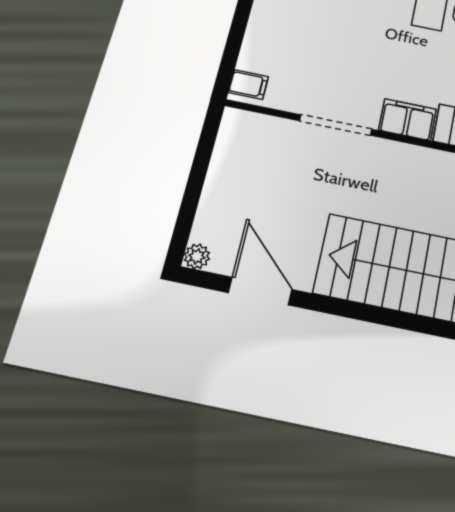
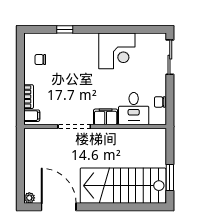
bookcase: (252, 47) -> (29, 97), added
door: (260, 291) -> (59, 207), width x1.36

